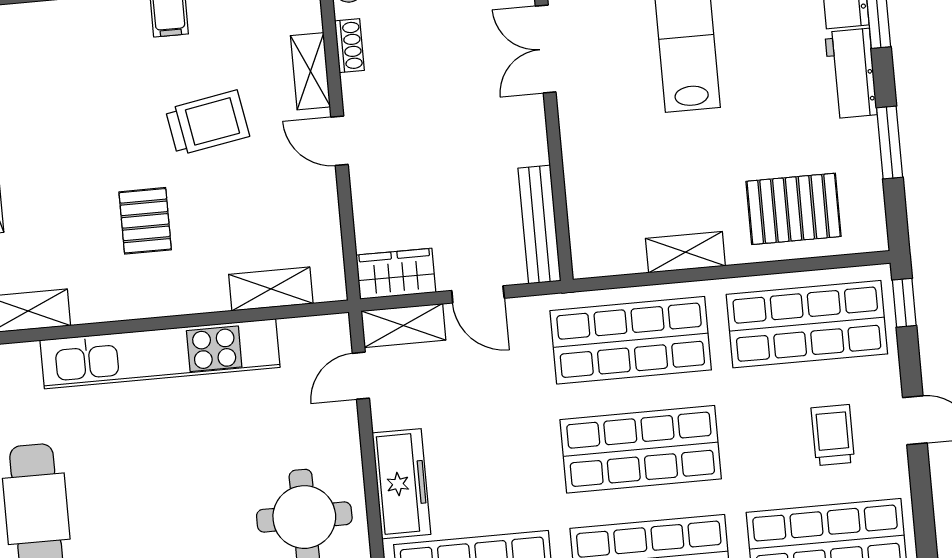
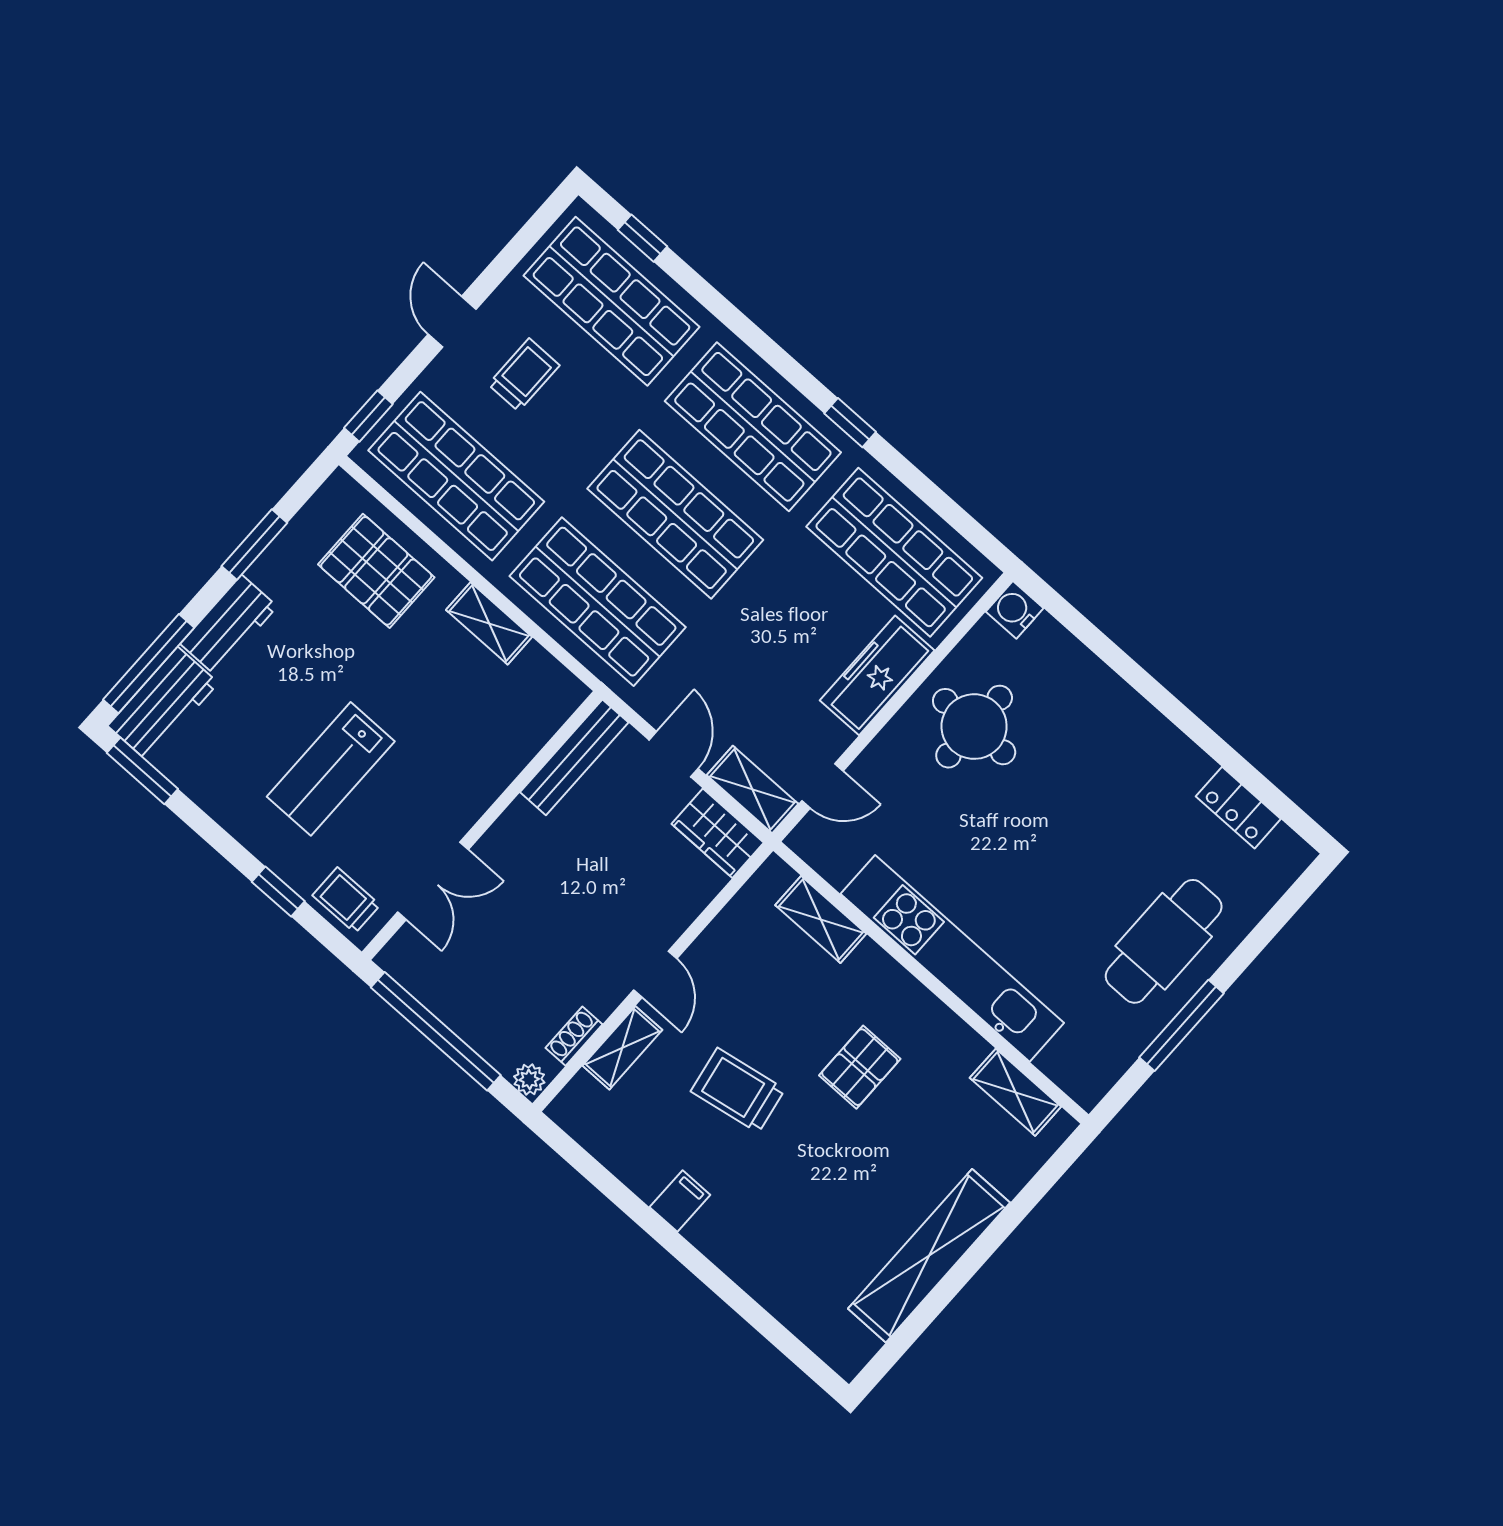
trolley: (833, 435) -> (524, 375), turned 180

